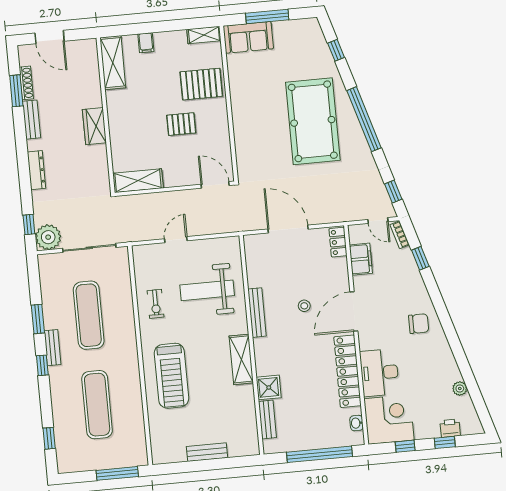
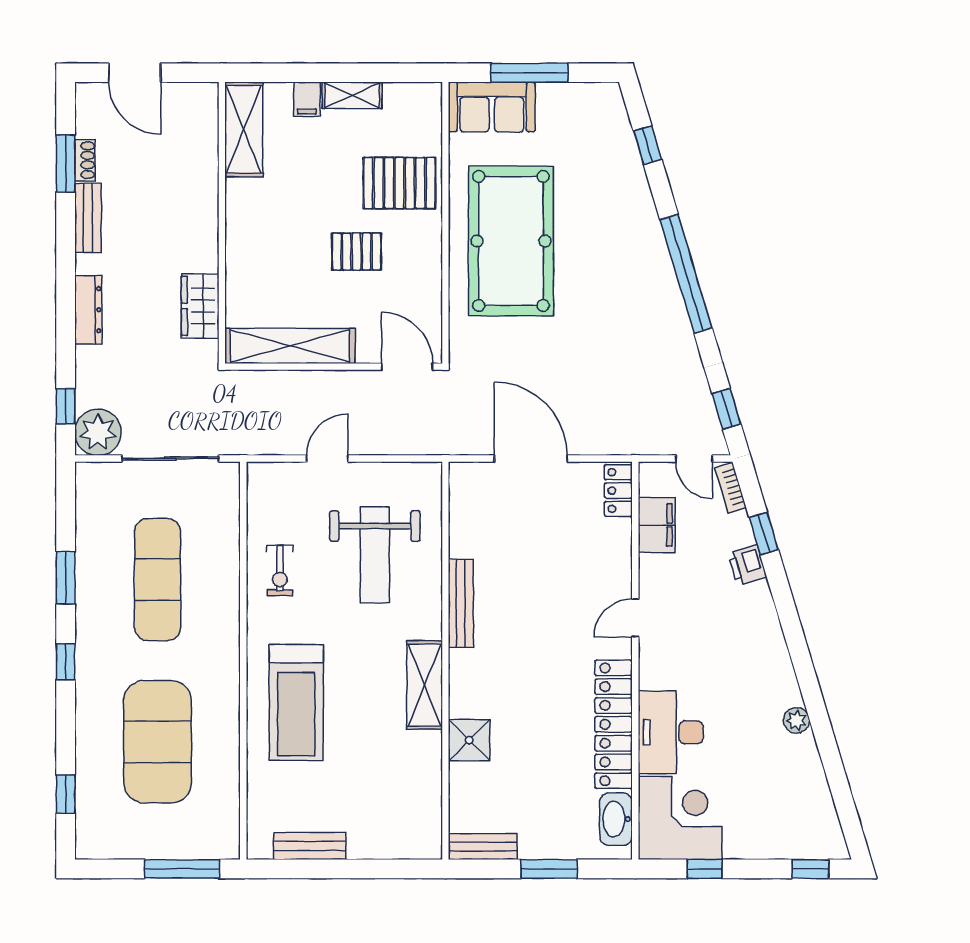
shelving: (204, 35) -> (352, 95), moved
shoe rack: (26, 83) -> (85, 160), width x0.70
pool table: (313, 121) -> (511, 241), moved
wardrobe: (94, 126) -> (200, 306), moved
shelving: (138, 181) -> (290, 346), width x1.47
weight bench: (207, 290) -> (375, 555), turned -90
stool: (304, 306) -> (547, 599), removed
door: (354, 312) -> (635, 618), width x0.53
chair: (419, 324) -> (750, 651), removed
bench: (52, 348) -> (87, 632), removed
plant: (460, 388) -> (796, 720), moved
exercise mat: (97, 405) -> (158, 742), width x1.47
bench: (268, 419) -> (483, 847), moved, turned 90
washbasin: (357, 423) -> (616, 819), width x1.91, depth x1.45
printer: (450, 428) -> (747, 565), moved, turned -107
window: (445, 442) -> (811, 869), moved
bench: (207, 452) -> (310, 846), moved
window: (319, 454) -> (549, 869), width x0.47

